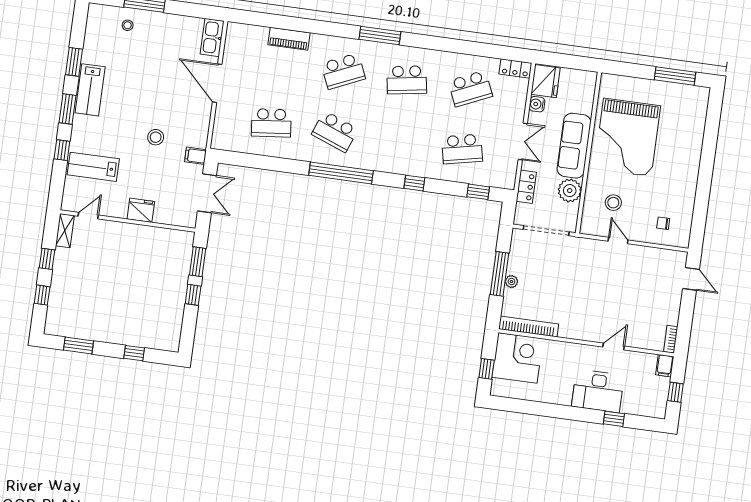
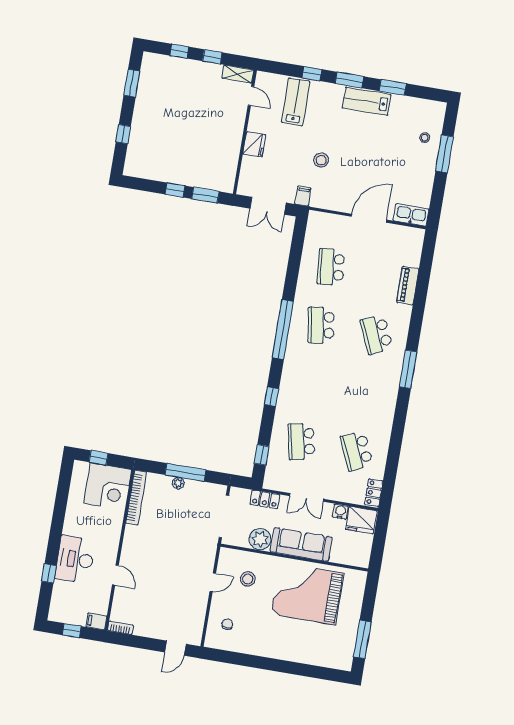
school desk: (407, 80) -> (367, 393), removed
school desk: (335, 132) -> (321, 325), turned -30

